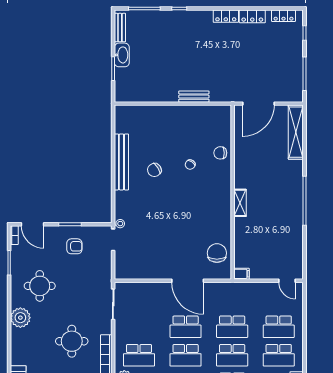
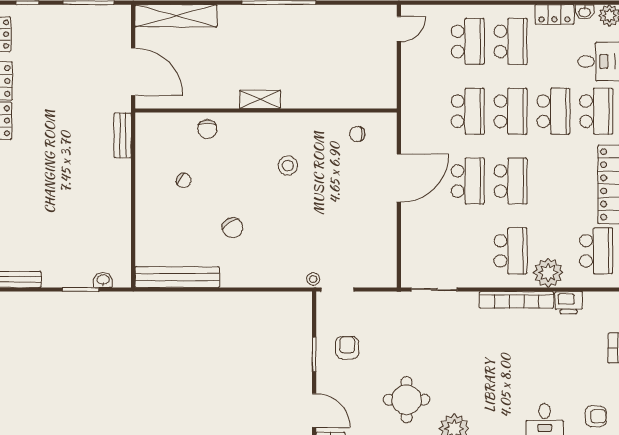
washbasin: (122, 55) -> (103, 280), moved, width x0.52, depth x0.69
bench: (194, 97) -> (123, 135), moved
bench: (121, 162) -> (177, 277), moved
chair: (190, 165) -> (184, 181), moved
shelving: (240, 203) -> (260, 99), moved
stool: (196, 207) -> (288, 166), added
door: (32, 224) -> (314, 410), hinge flipped
chair: (217, 253) -> (357, 134), width x0.54, depth x0.54
filing cabinet: (241, 274) -> (388, 97), removed
round table: (72, 341) -> (489, 352), removed

